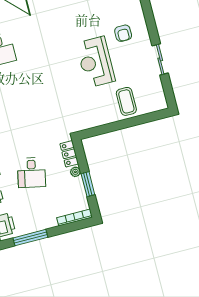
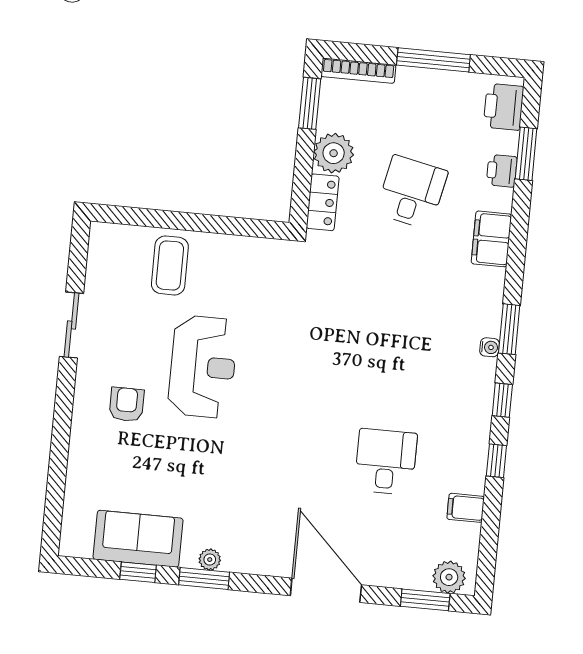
plant: (75, 172) -> (334, 153), width x1.88, depth x1.88
window: (88, 184) -> (310, 103), moved
window: (30, 238) -> (433, 60), moved

